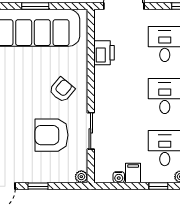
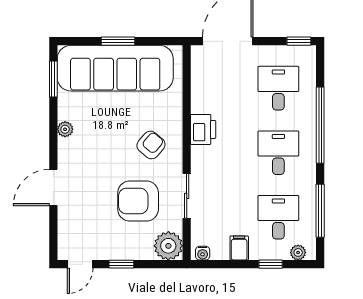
printer: (104, 53) -> (203, 129), moved
plant: (81, 177) -> (168, 246), width x1.88, depth x1.88
water cooler: (119, 177) -> (203, 253), moved

